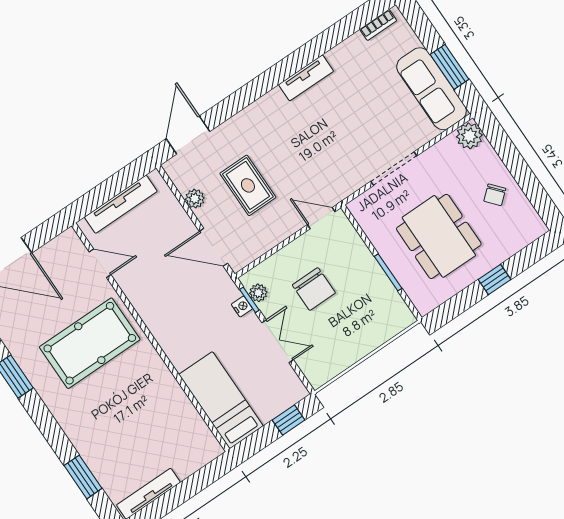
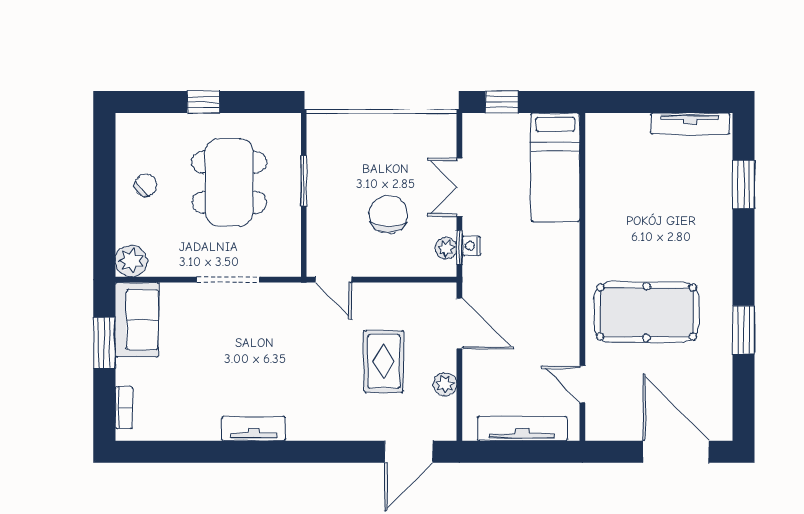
bookcase: (378, 25) -> (124, 408), moved, turned 90
sofa: (432, 89) -> (137, 320), width x0.73

